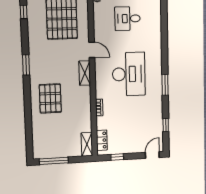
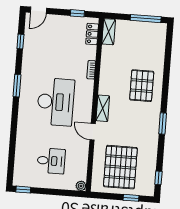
desk: (129, 74) -> (56, 102), turned 180

